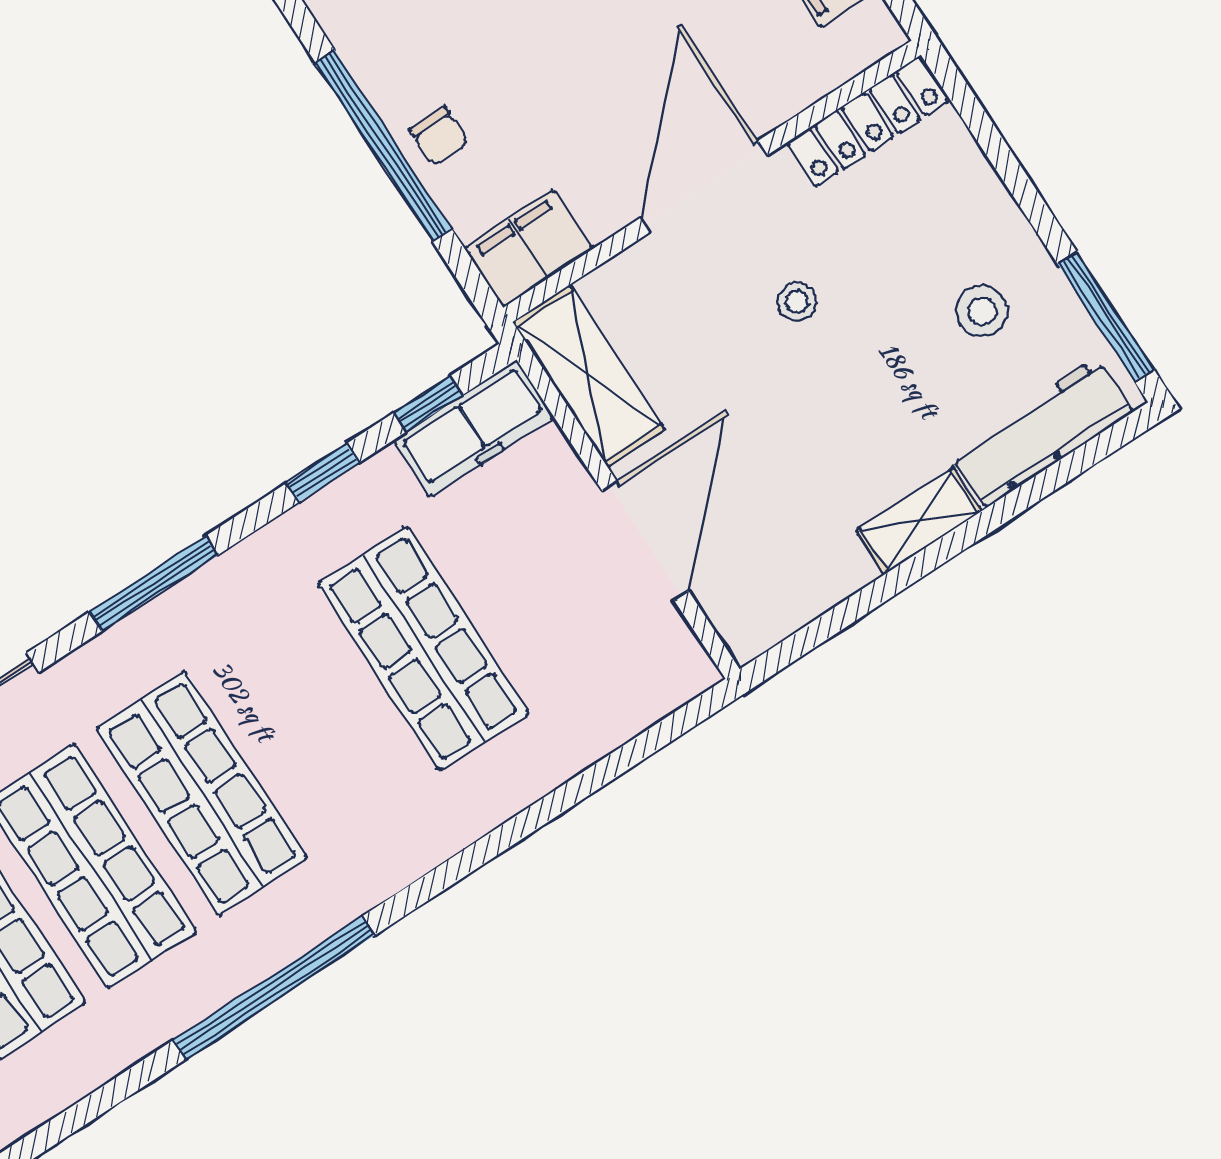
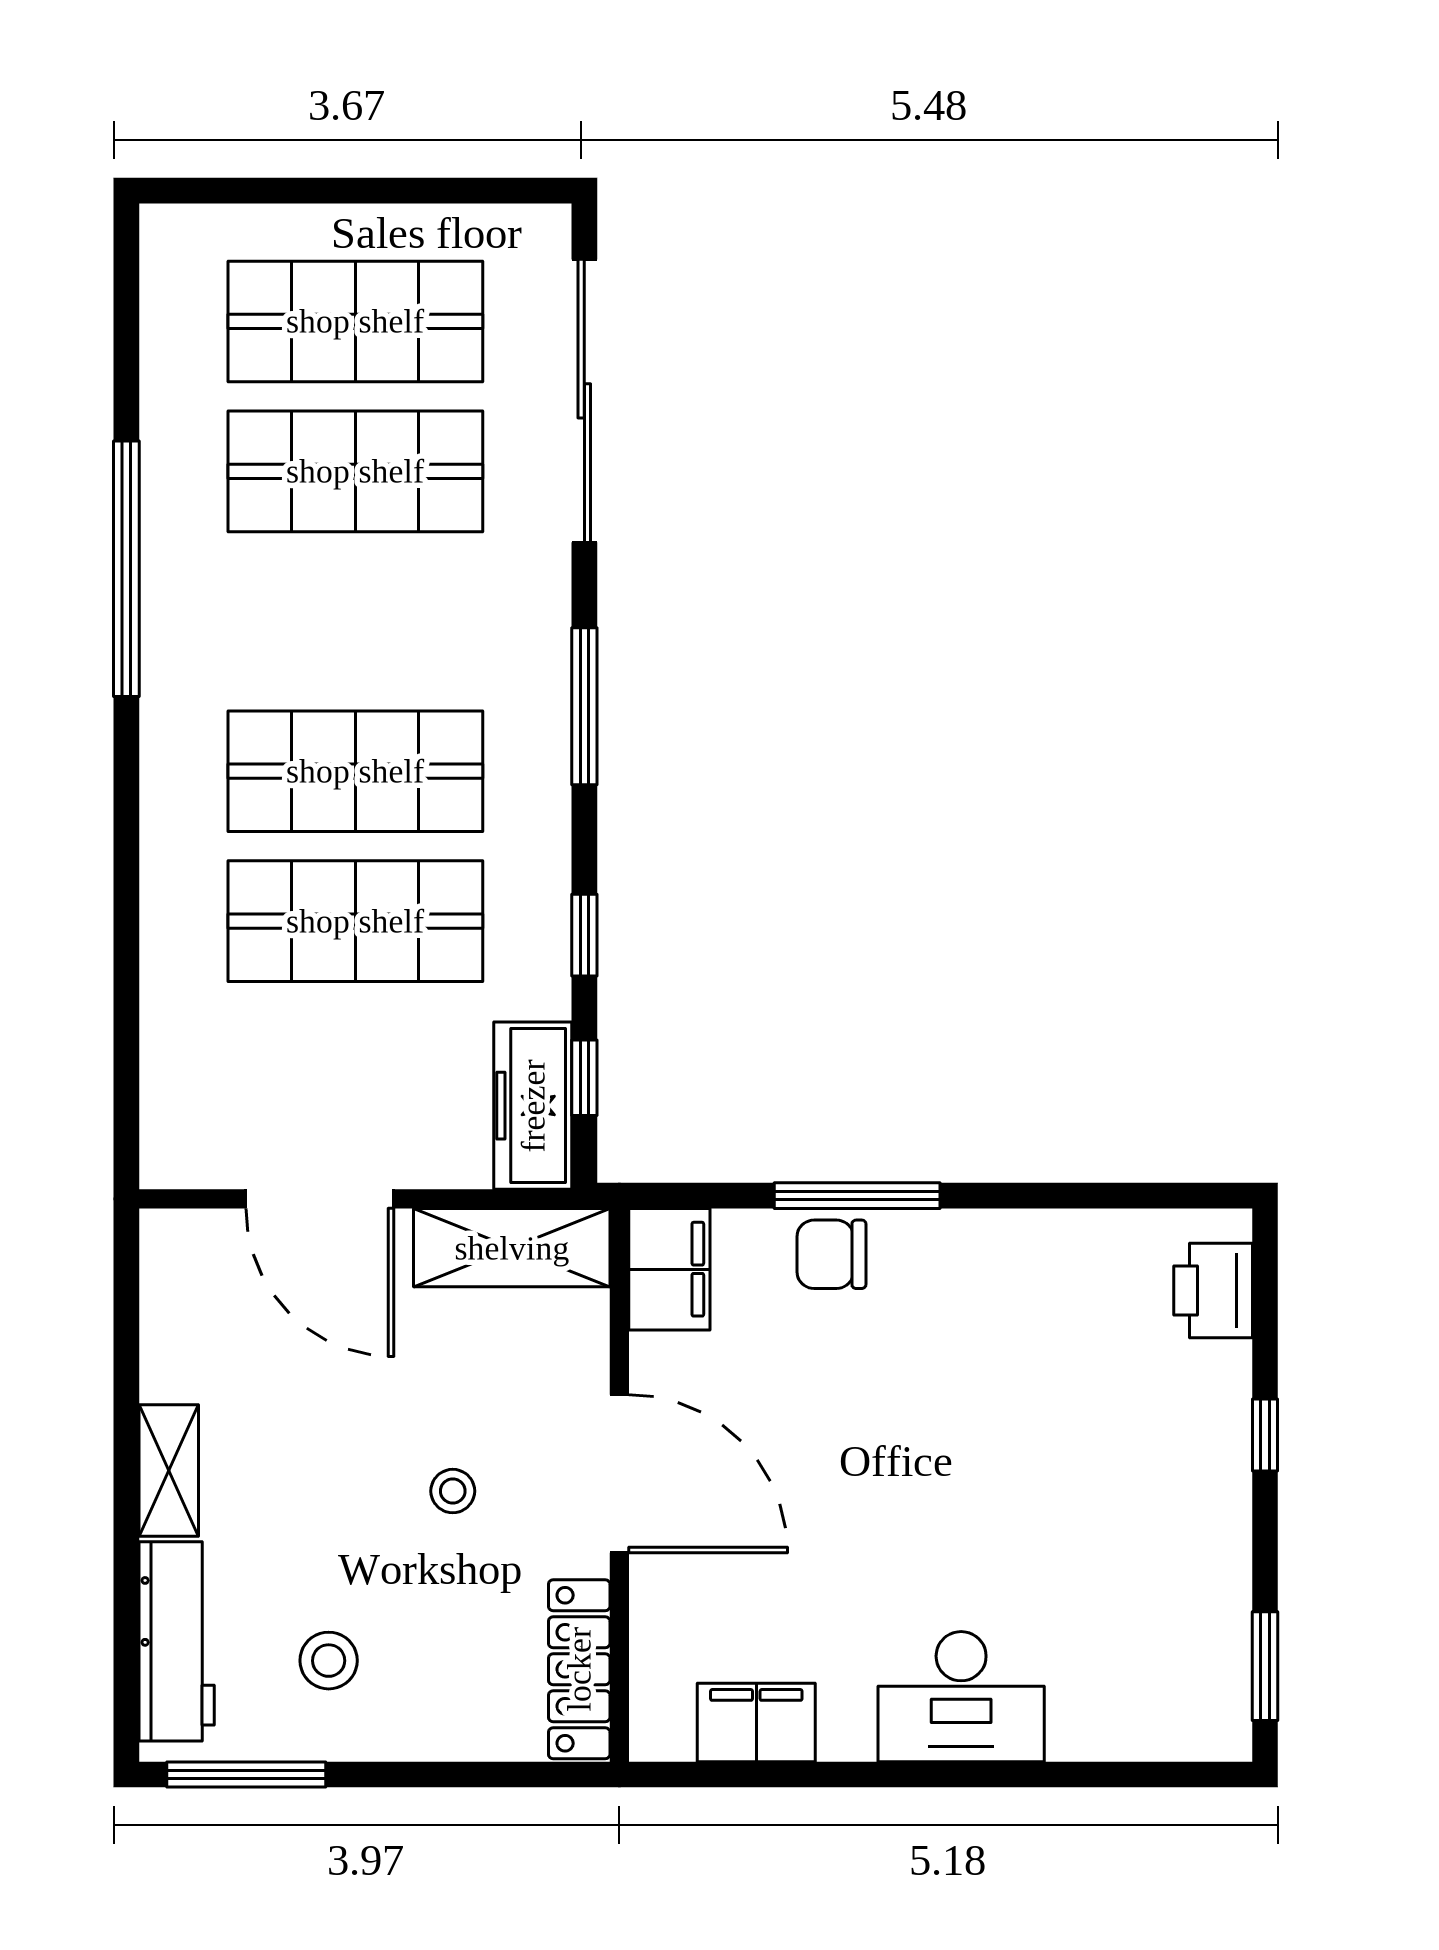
chair: (439, 136) -> (831, 1254), width x1.37, depth x1.37
window: (383, 145) -> (857, 1196), width x0.68
shop shelf: (202, 793) -> (355, 771), moved

